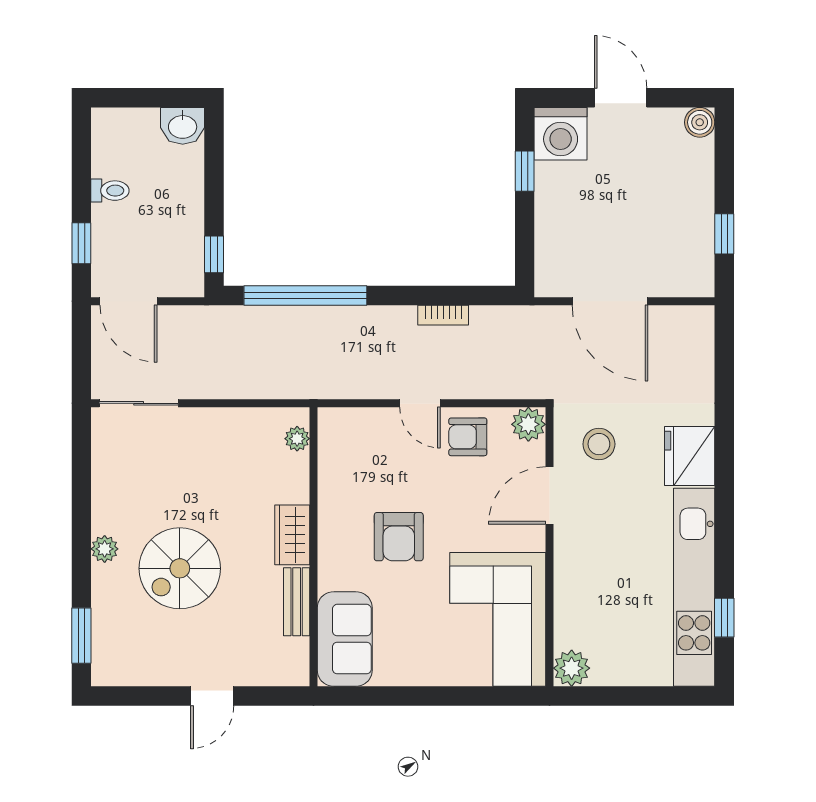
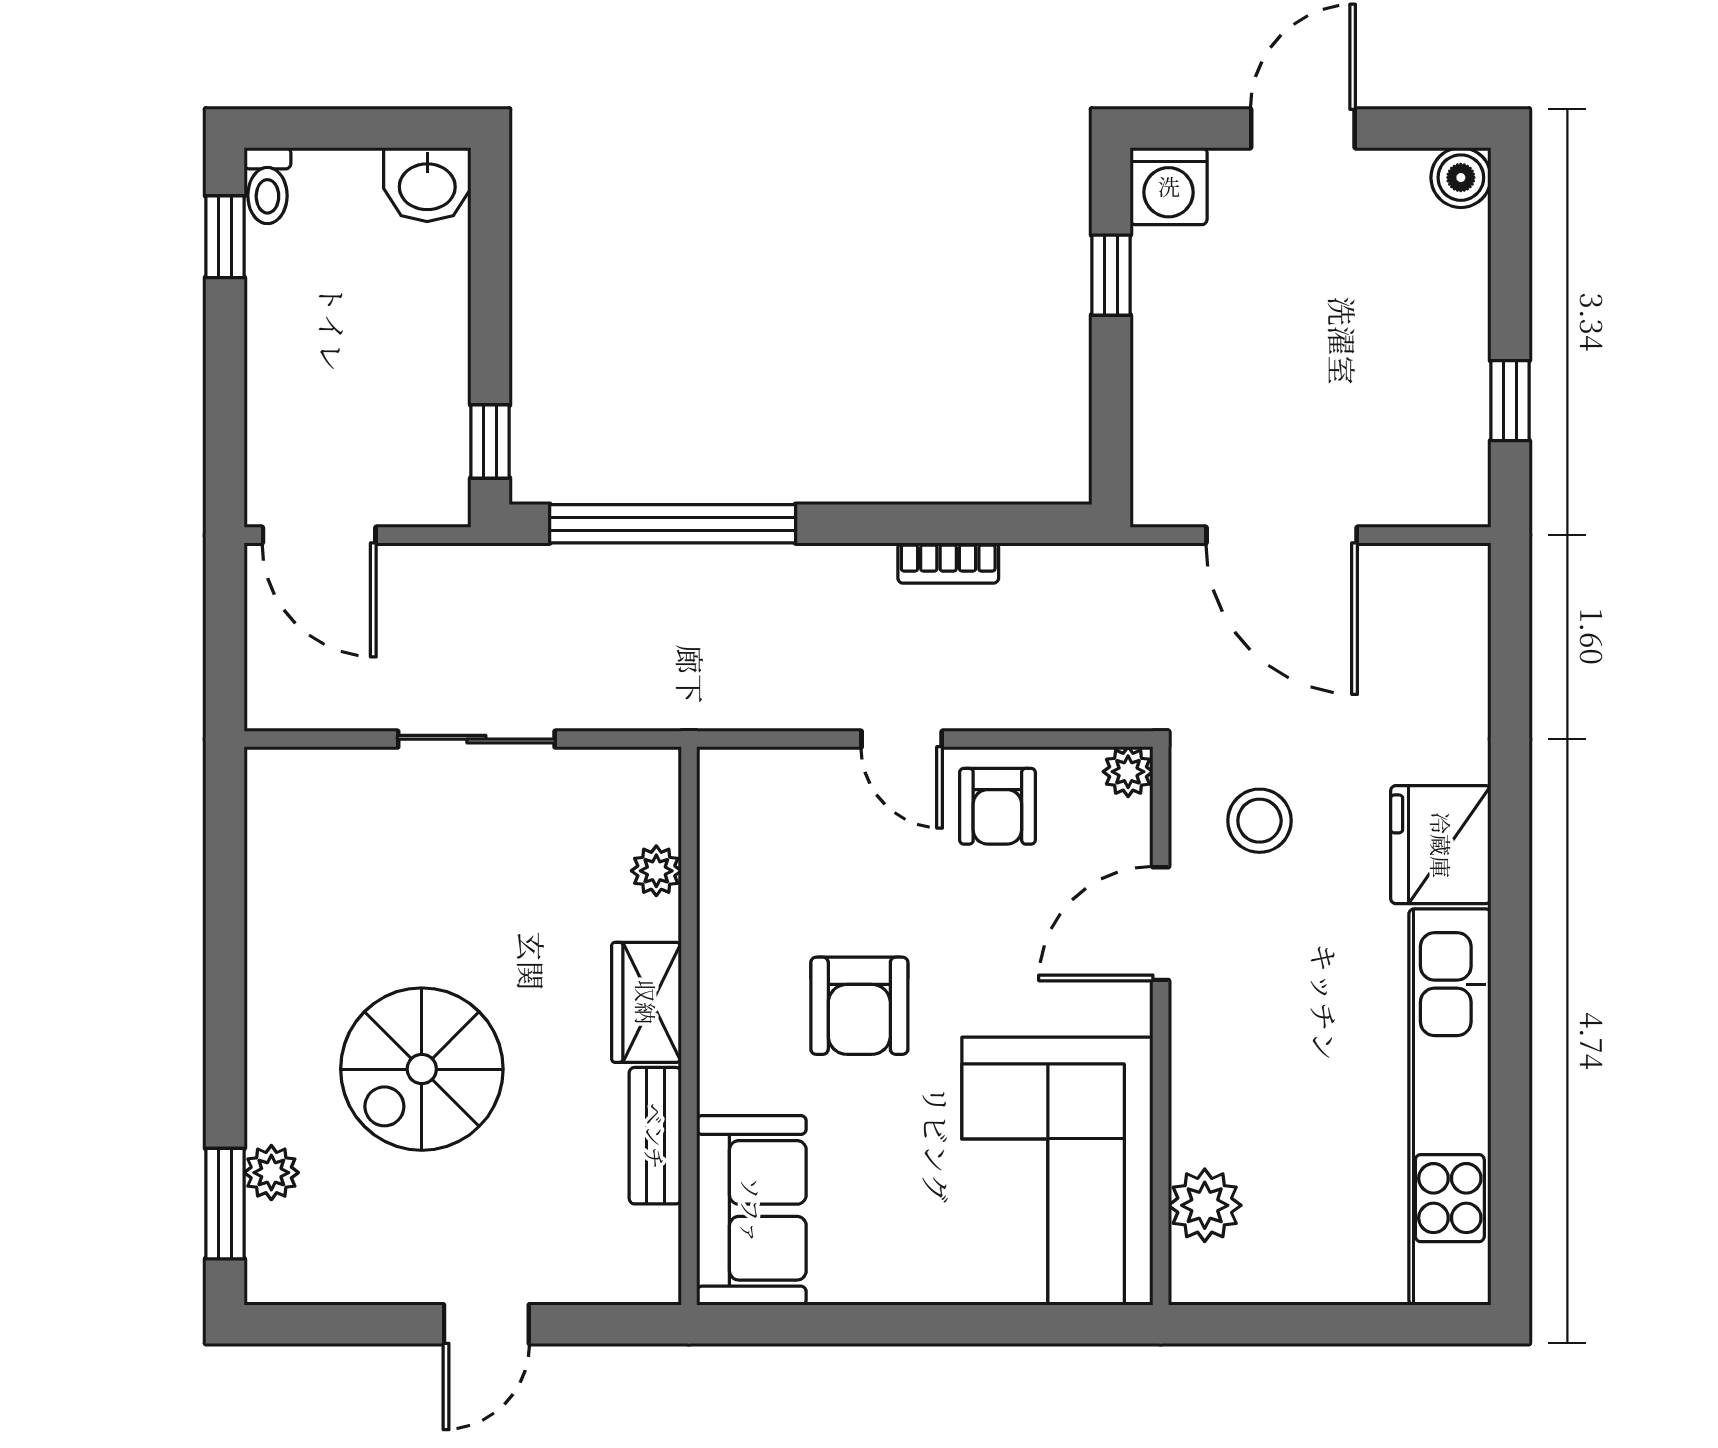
door: (621, 98) -> (1303, 128), hinge flipped
washing machine: (561, 134) -> (1169, 186), width x0.73, depth x0.73
toilet: (110, 191) -> (267, 186), moved, turned 90
window: (81, 243) -> (225, 237), moved
sliding door: (139, 403) -> (476, 739), moved
plant: (528, 424) -> (1128, 772), width x0.73, depth x0.73
armchair: (468, 437) -> (997, 806), turned -90
plant: (297, 439) -> (656, 871), moved
plant: (105, 549) -> (271, 1173), moved
window: (724, 618) -> (1510, 1168), removed
plant: (572, 668) -> (1205, 1205), moved

